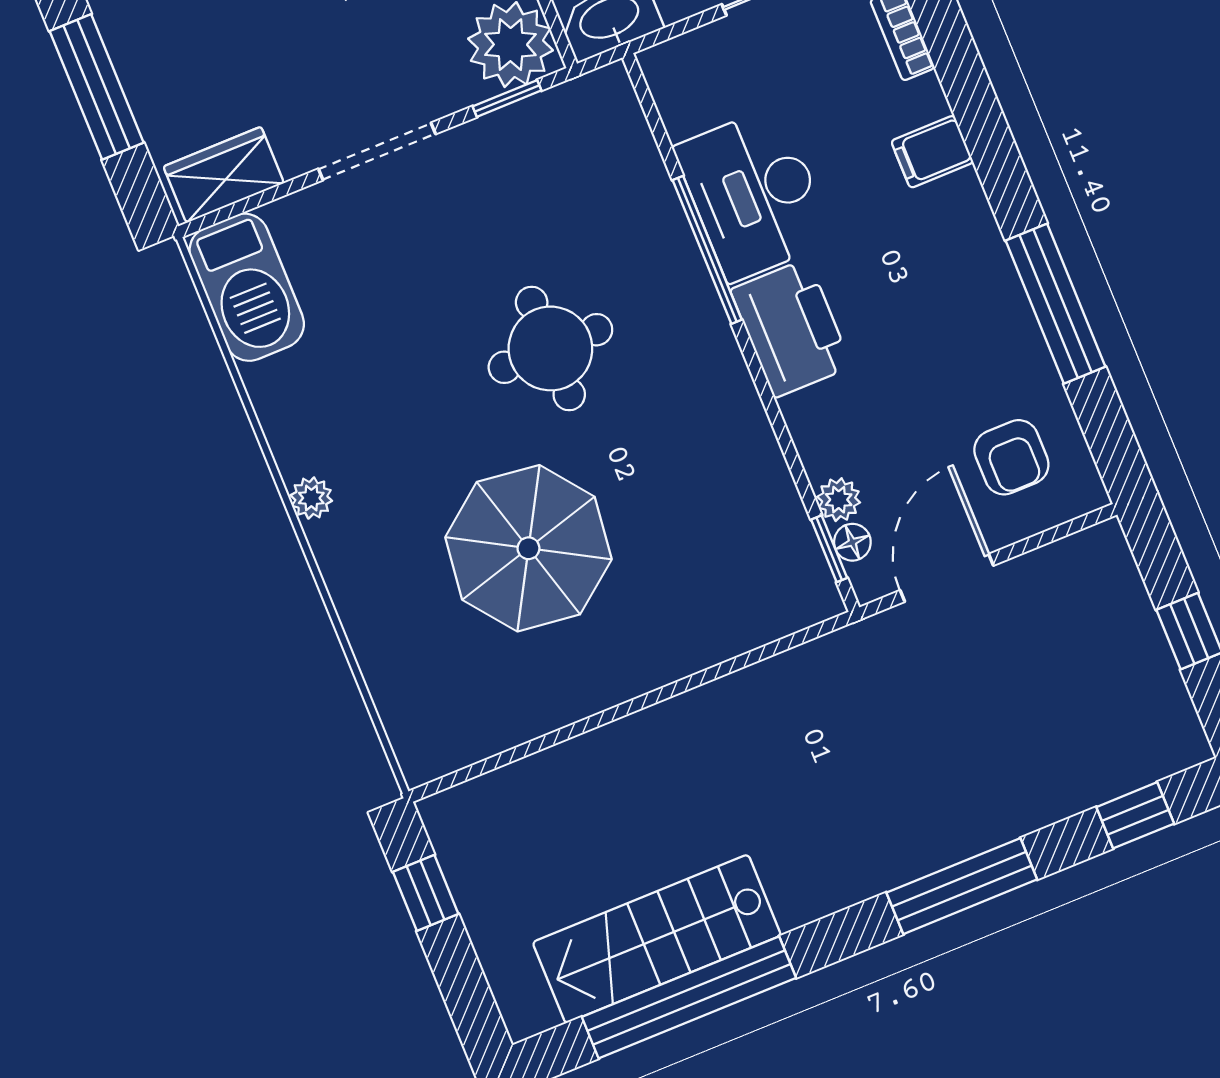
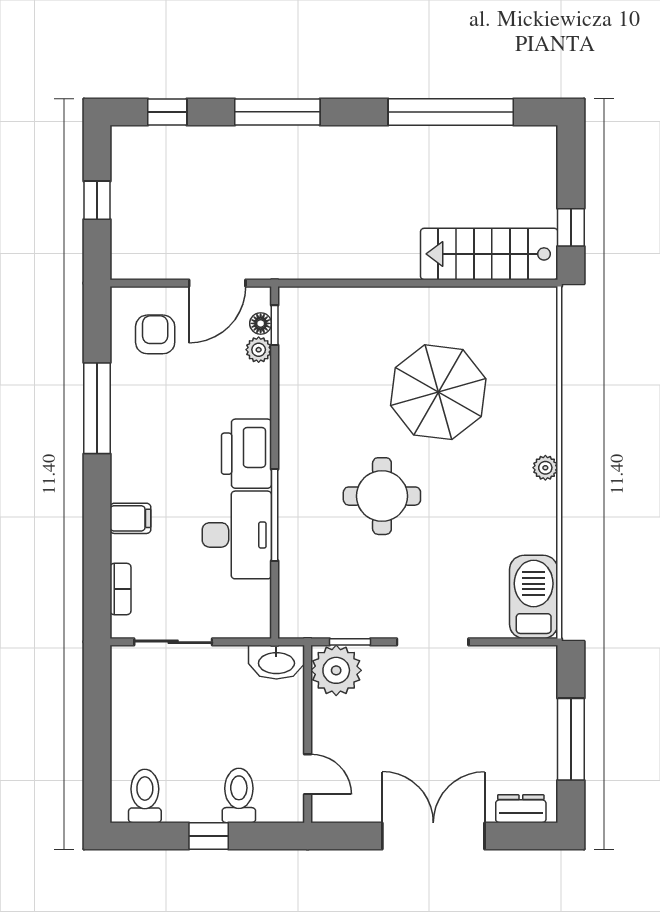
wardrobe: (224, 175) -> (521, 663), removed
stairs: (657, 939) -> (489, 254), moved, turned 180

